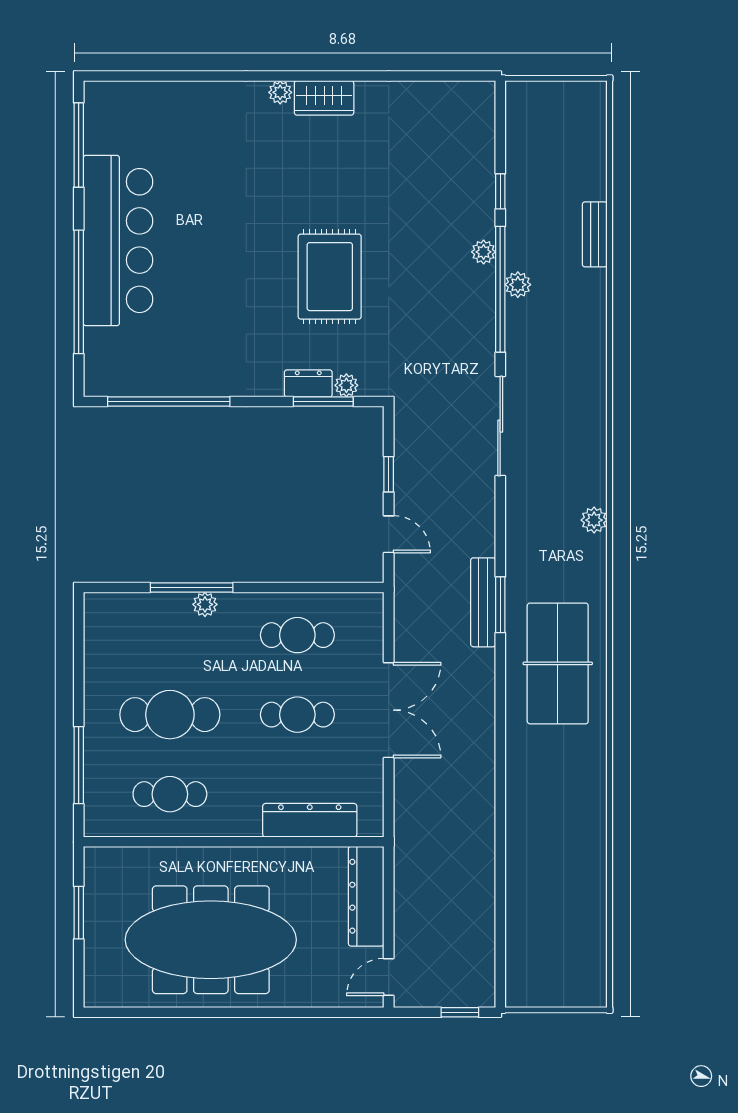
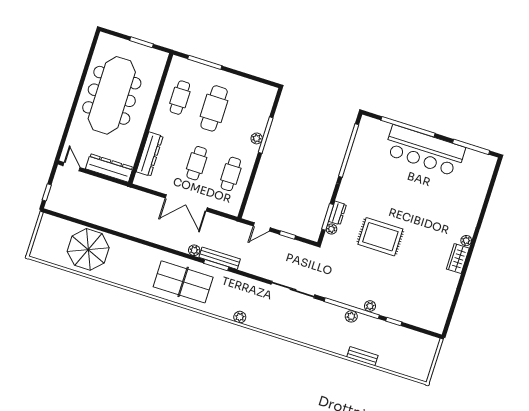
plant: (483, 661) -> (194, 250), added
parasol: (553, 886) -> (88, 249), added

